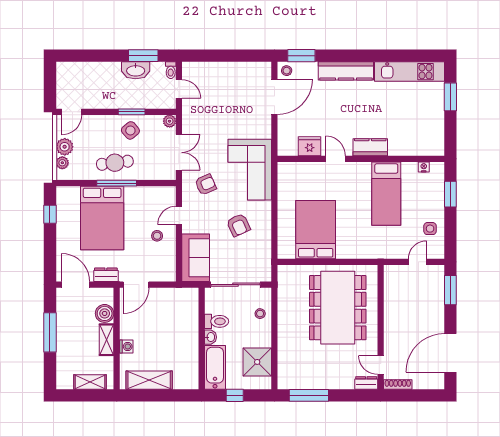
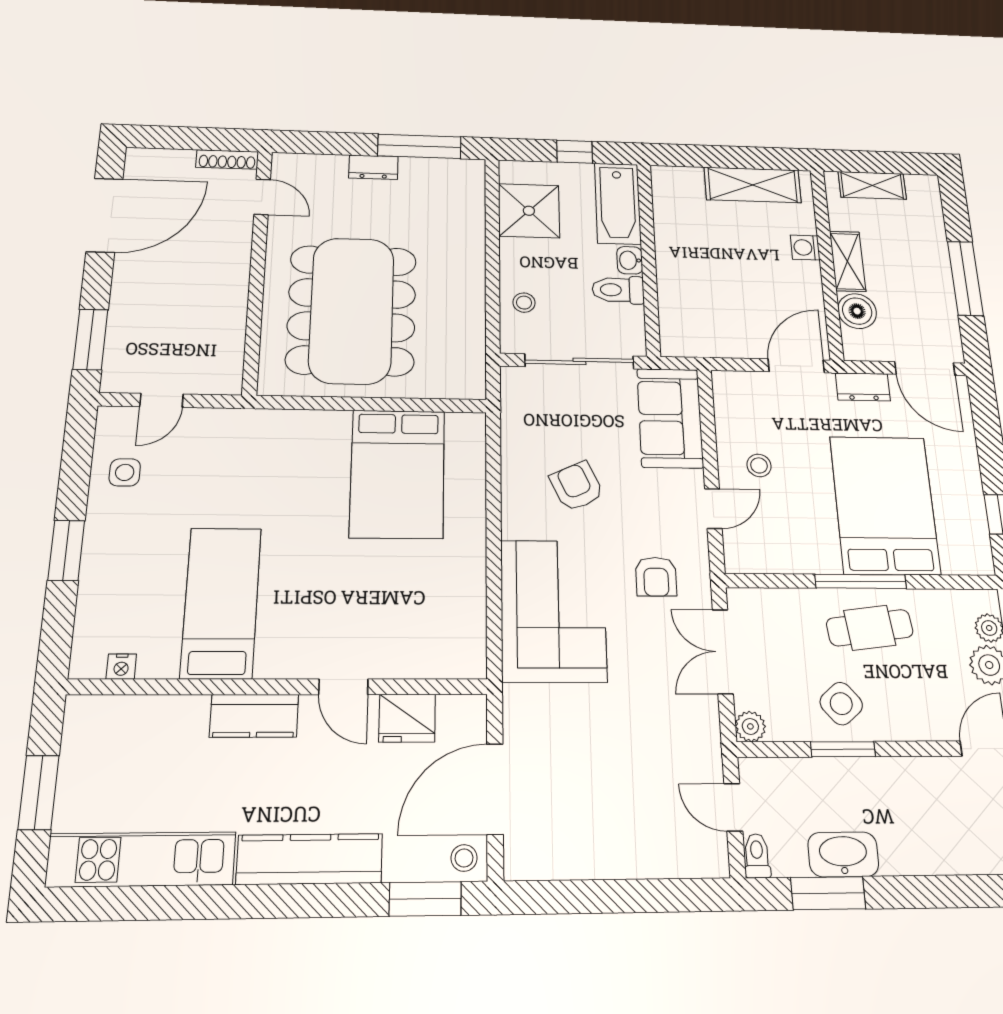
fridge: (310, 146) -> (407, 718), moved
kitchen counter: (370, 147) -> (254, 716), moved
door: (335, 159) -> (343, 687), moved
wall: (361, 159) -> (280, 687), moved
nightstand: (424, 167) -> (121, 667), moved
armchair: (206, 185) -> (656, 577), turned -66
bed: (386, 194) -> (221, 603), moved
dresser: (366, 383) -> (373, 167), moved

